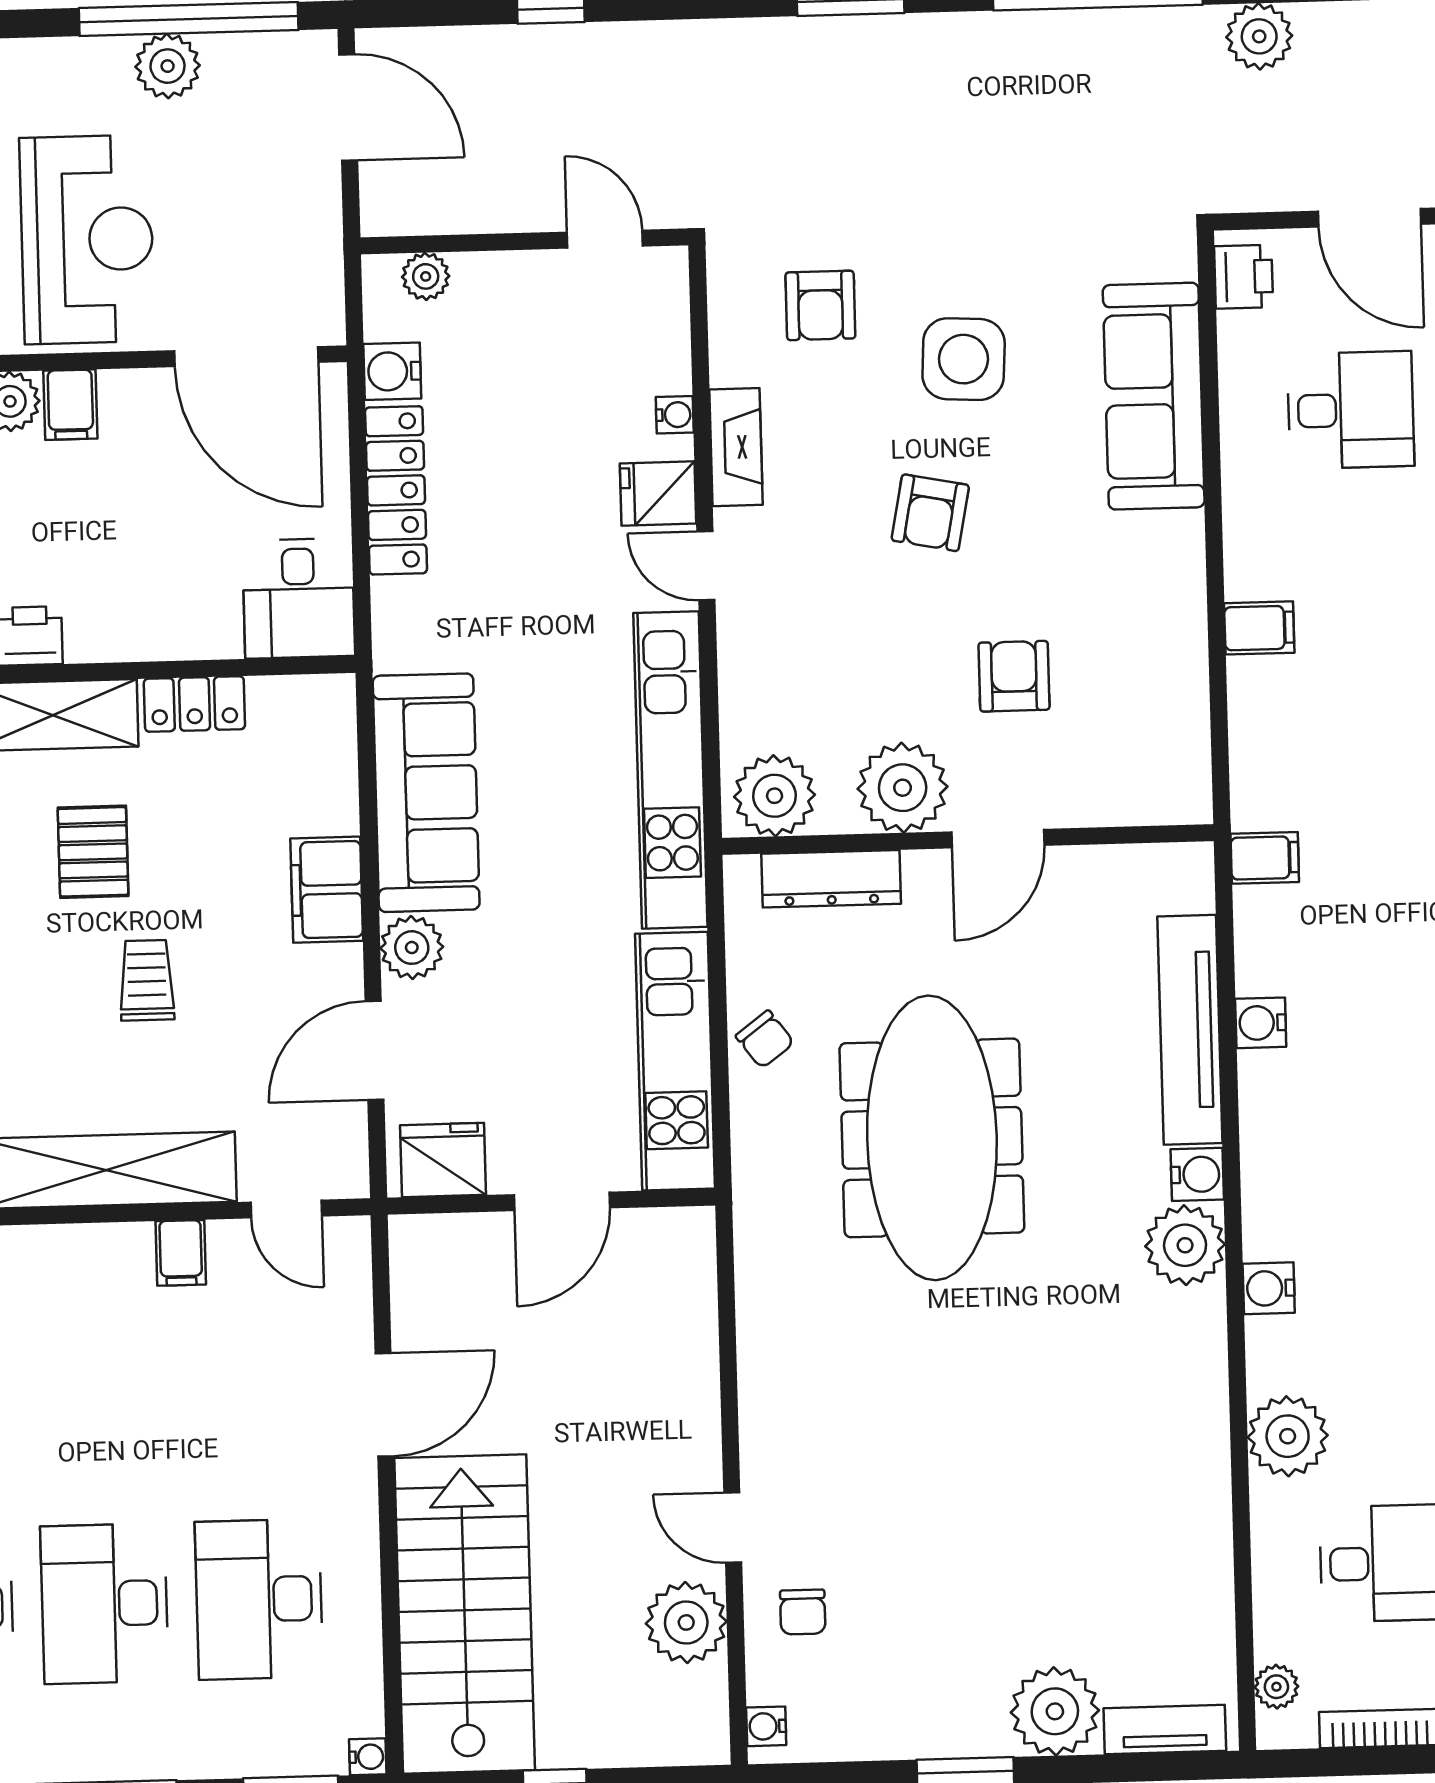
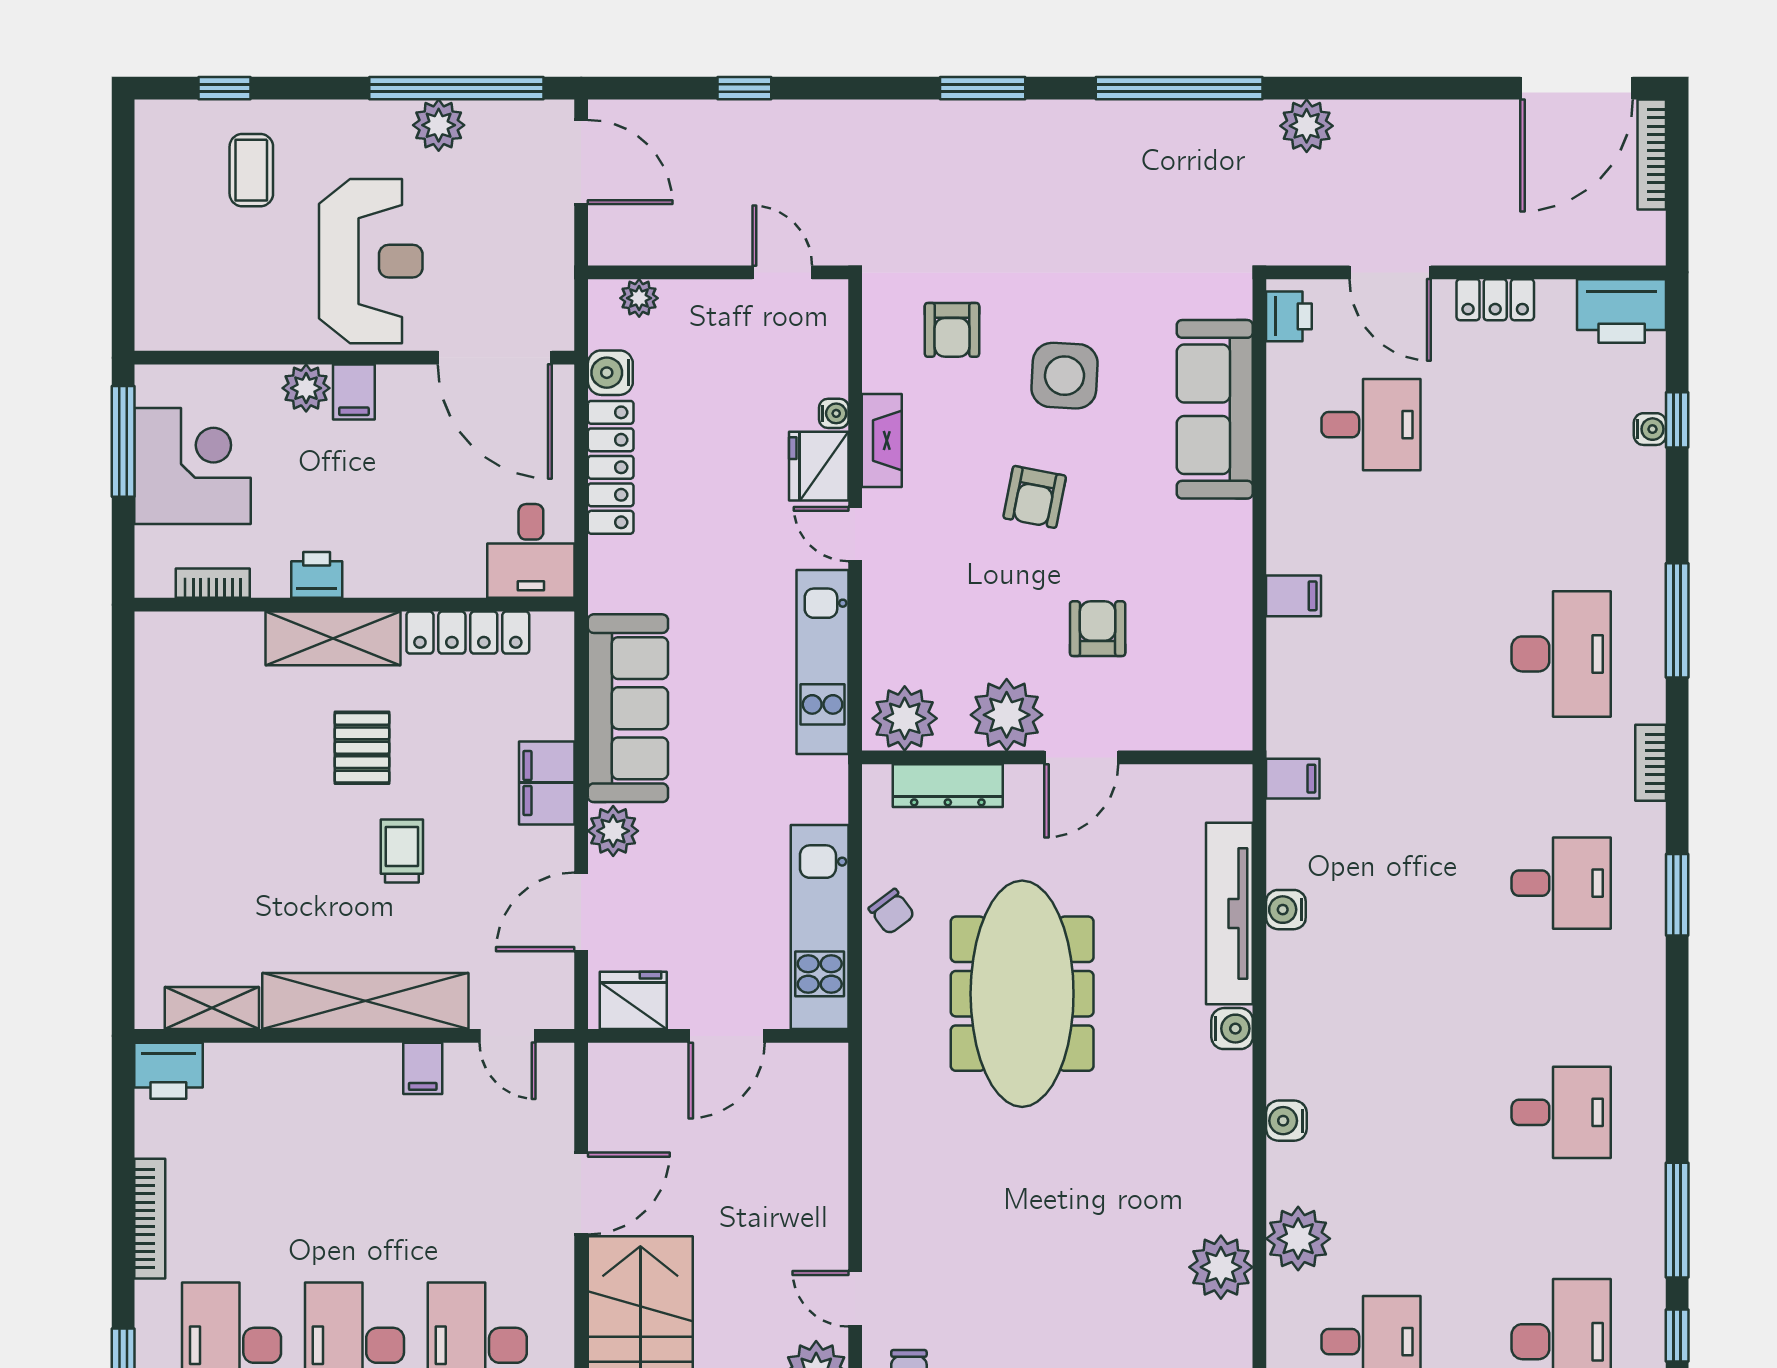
fridge: (658, 494) -> (819, 466), width x1.38
locker: (194, 704) -> (468, 633), width x1.53
kitchen unit: (670, 770) -> (823, 662), width x0.73
plant: (1185, 1245) -> (1221, 1267), moved

